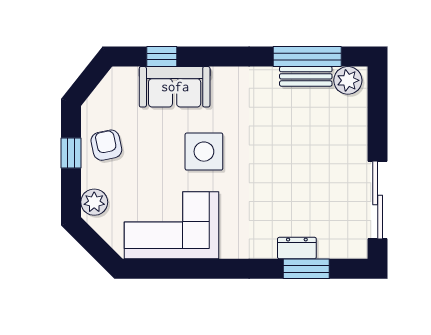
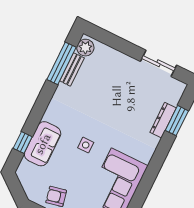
side table: (204, 152) -> (86, 145), width x0.54, depth x0.54
sliding door: (378, 200) -> (158, 63), width x0.73
dresser: (297, 248) -> (163, 120), width x1.44

